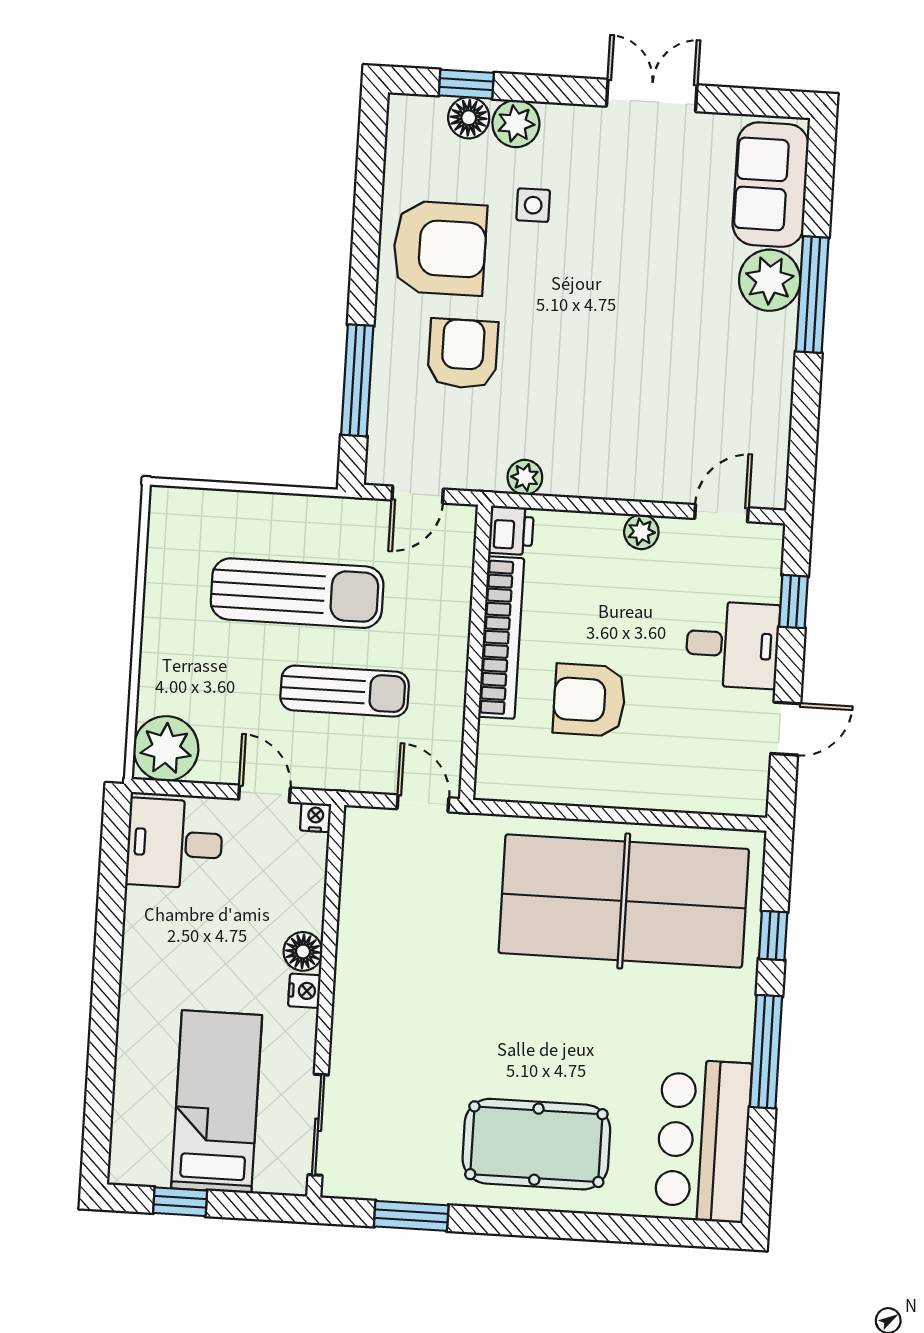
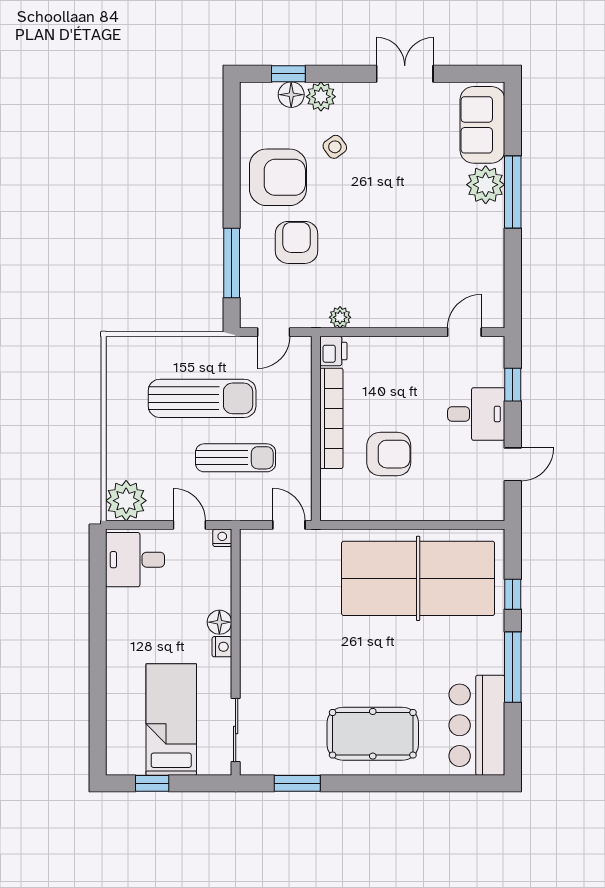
side table: (533, 205) -> (335, 147), turned -36
plant: (641, 532) -> (415, 347), removed
armchair: (589, 700) -> (389, 454), turned 180

